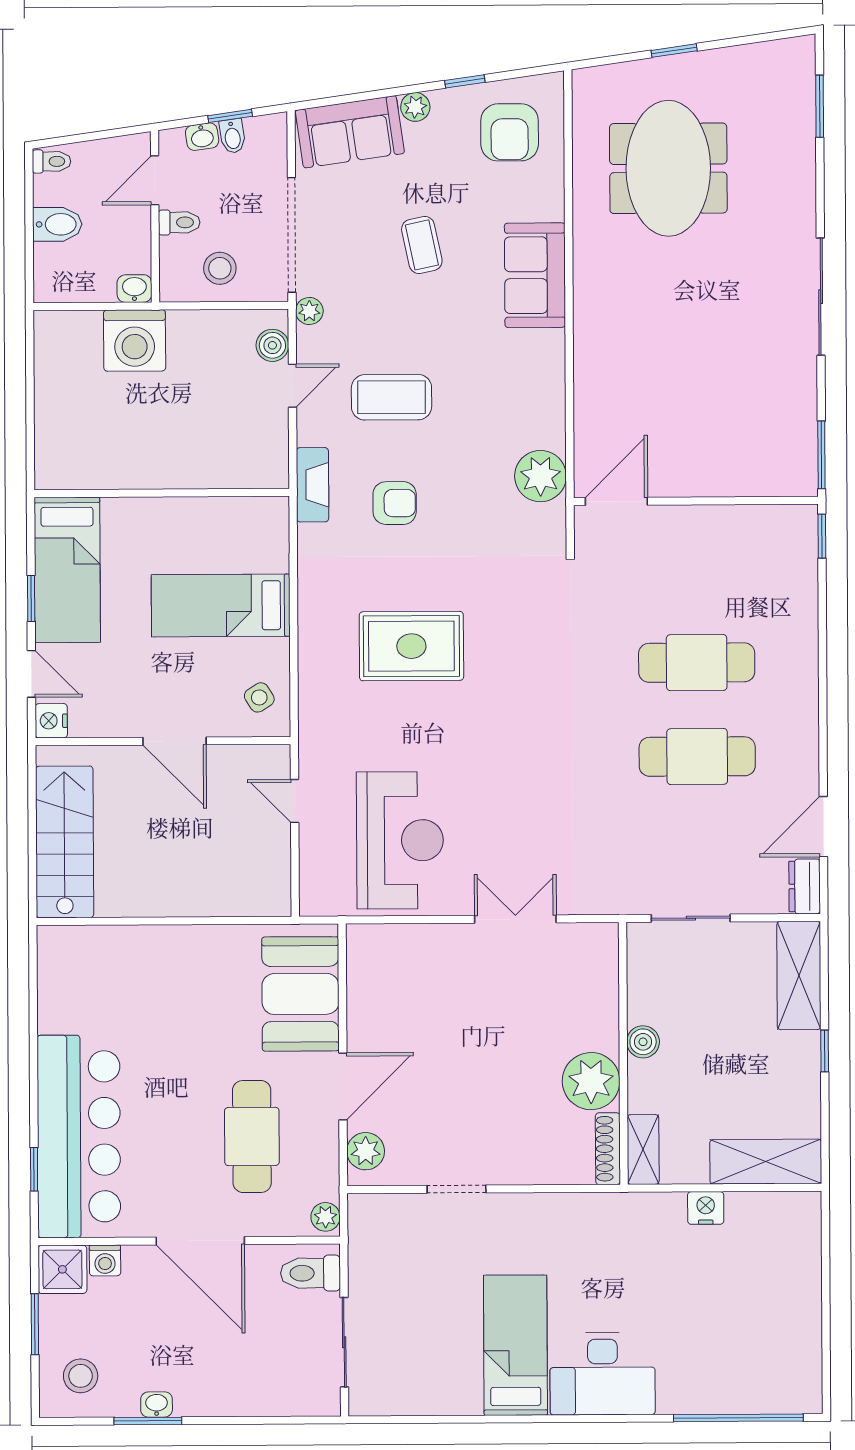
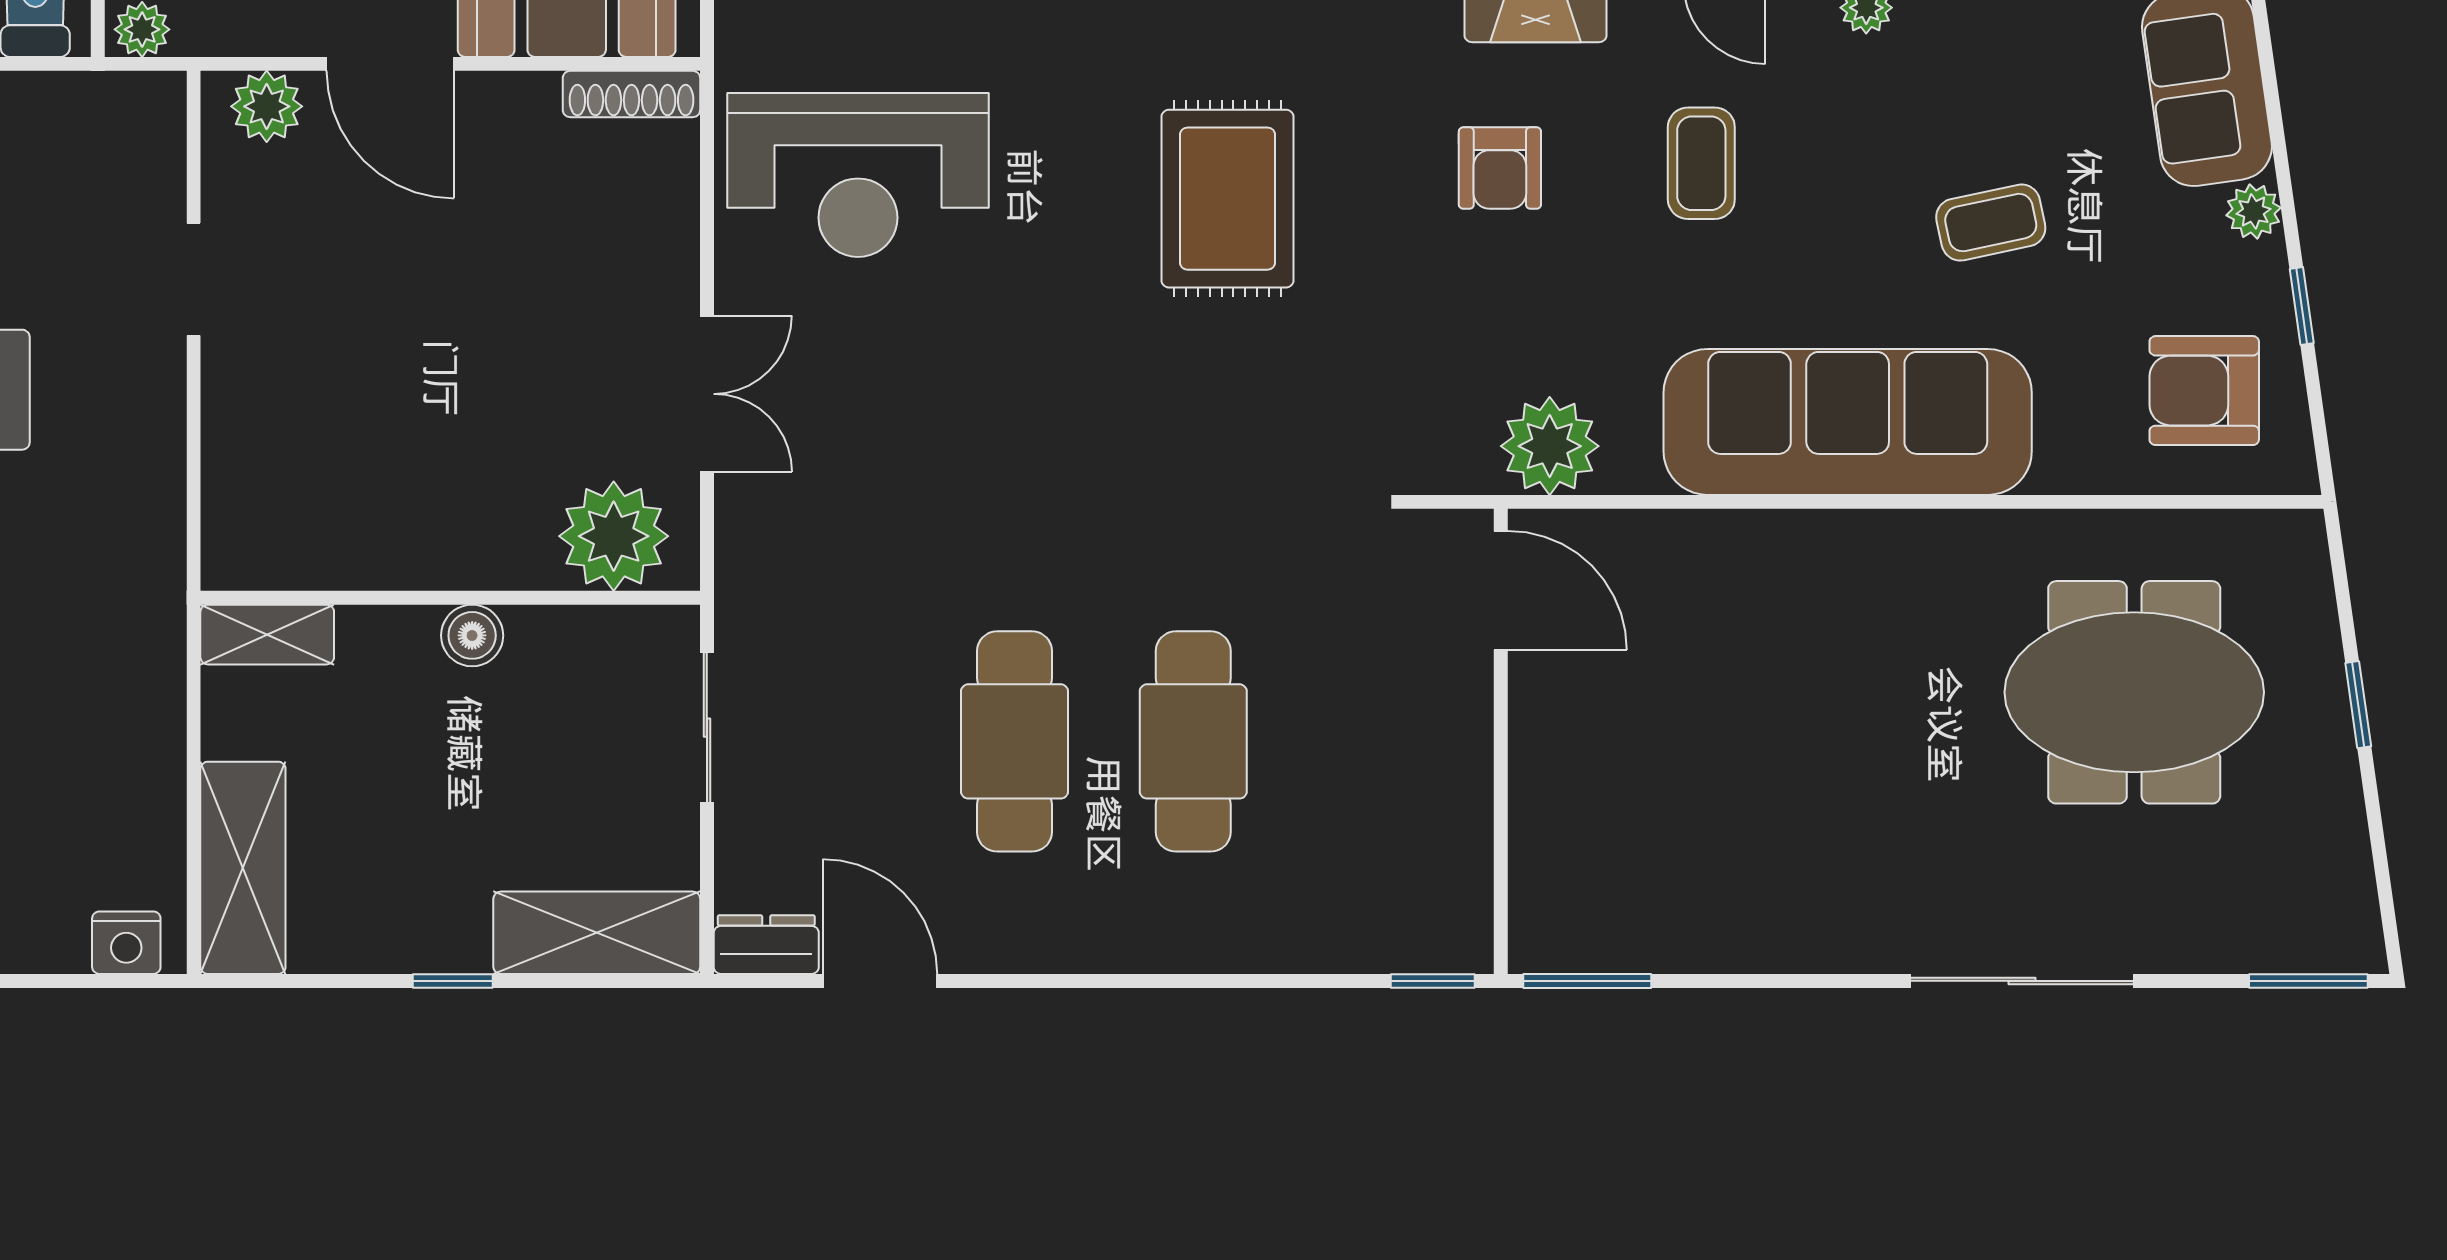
window: (820, 106) -> (2308, 981), moved
sofa: (535, 275) -> (1848, 422), width x1.85, depth x1.27
sliding door: (821, 297) -> (2022, 981), moved
coffee table: (391, 397) -> (1701, 163), width x0.73, depth x0.77
plant: (591, 1081) -> (614, 536), moved
shoe rack: (608, 1149) -> (631, 94), moved, turned 180
nightstand: (706, 1208) -> (126, 943), moved, turned 90

